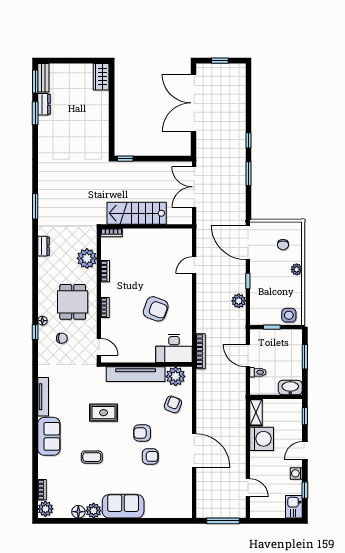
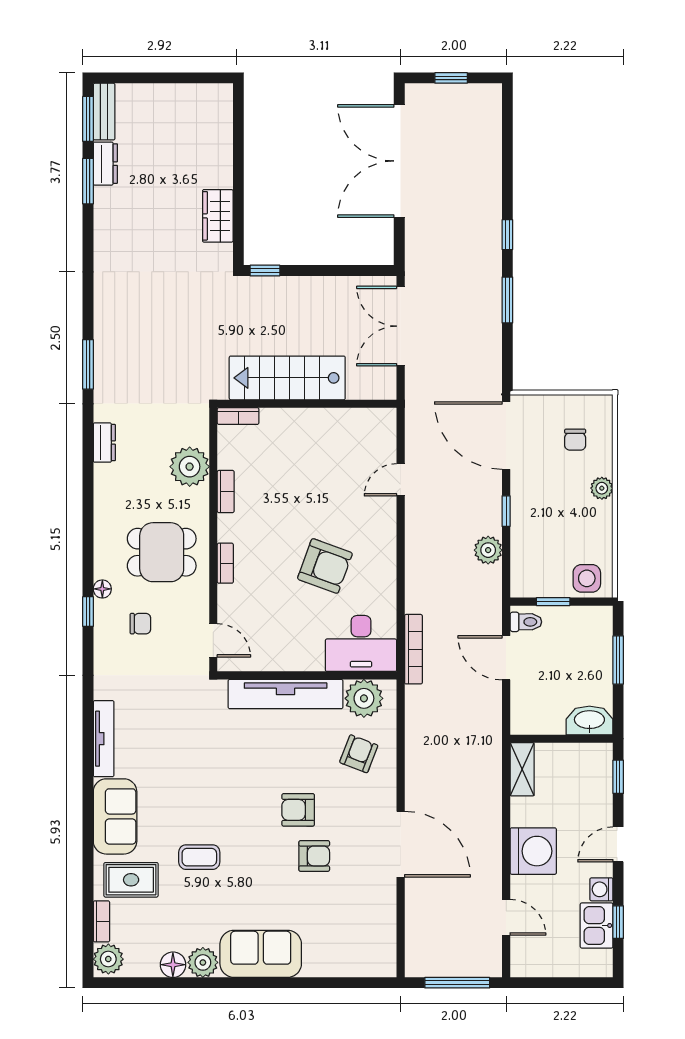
wardrobe: (101, 77) -> (218, 216), moved
dining table: (73, 302) -> (162, 552), turned 90
toilet: (258, 372) -> (526, 622), moved
rug: (103, 413) -> (131, 880), moved
washing machine: (262, 439) -> (533, 851), moved
kitchen sink: (294, 507) -> (597, 925), moved

